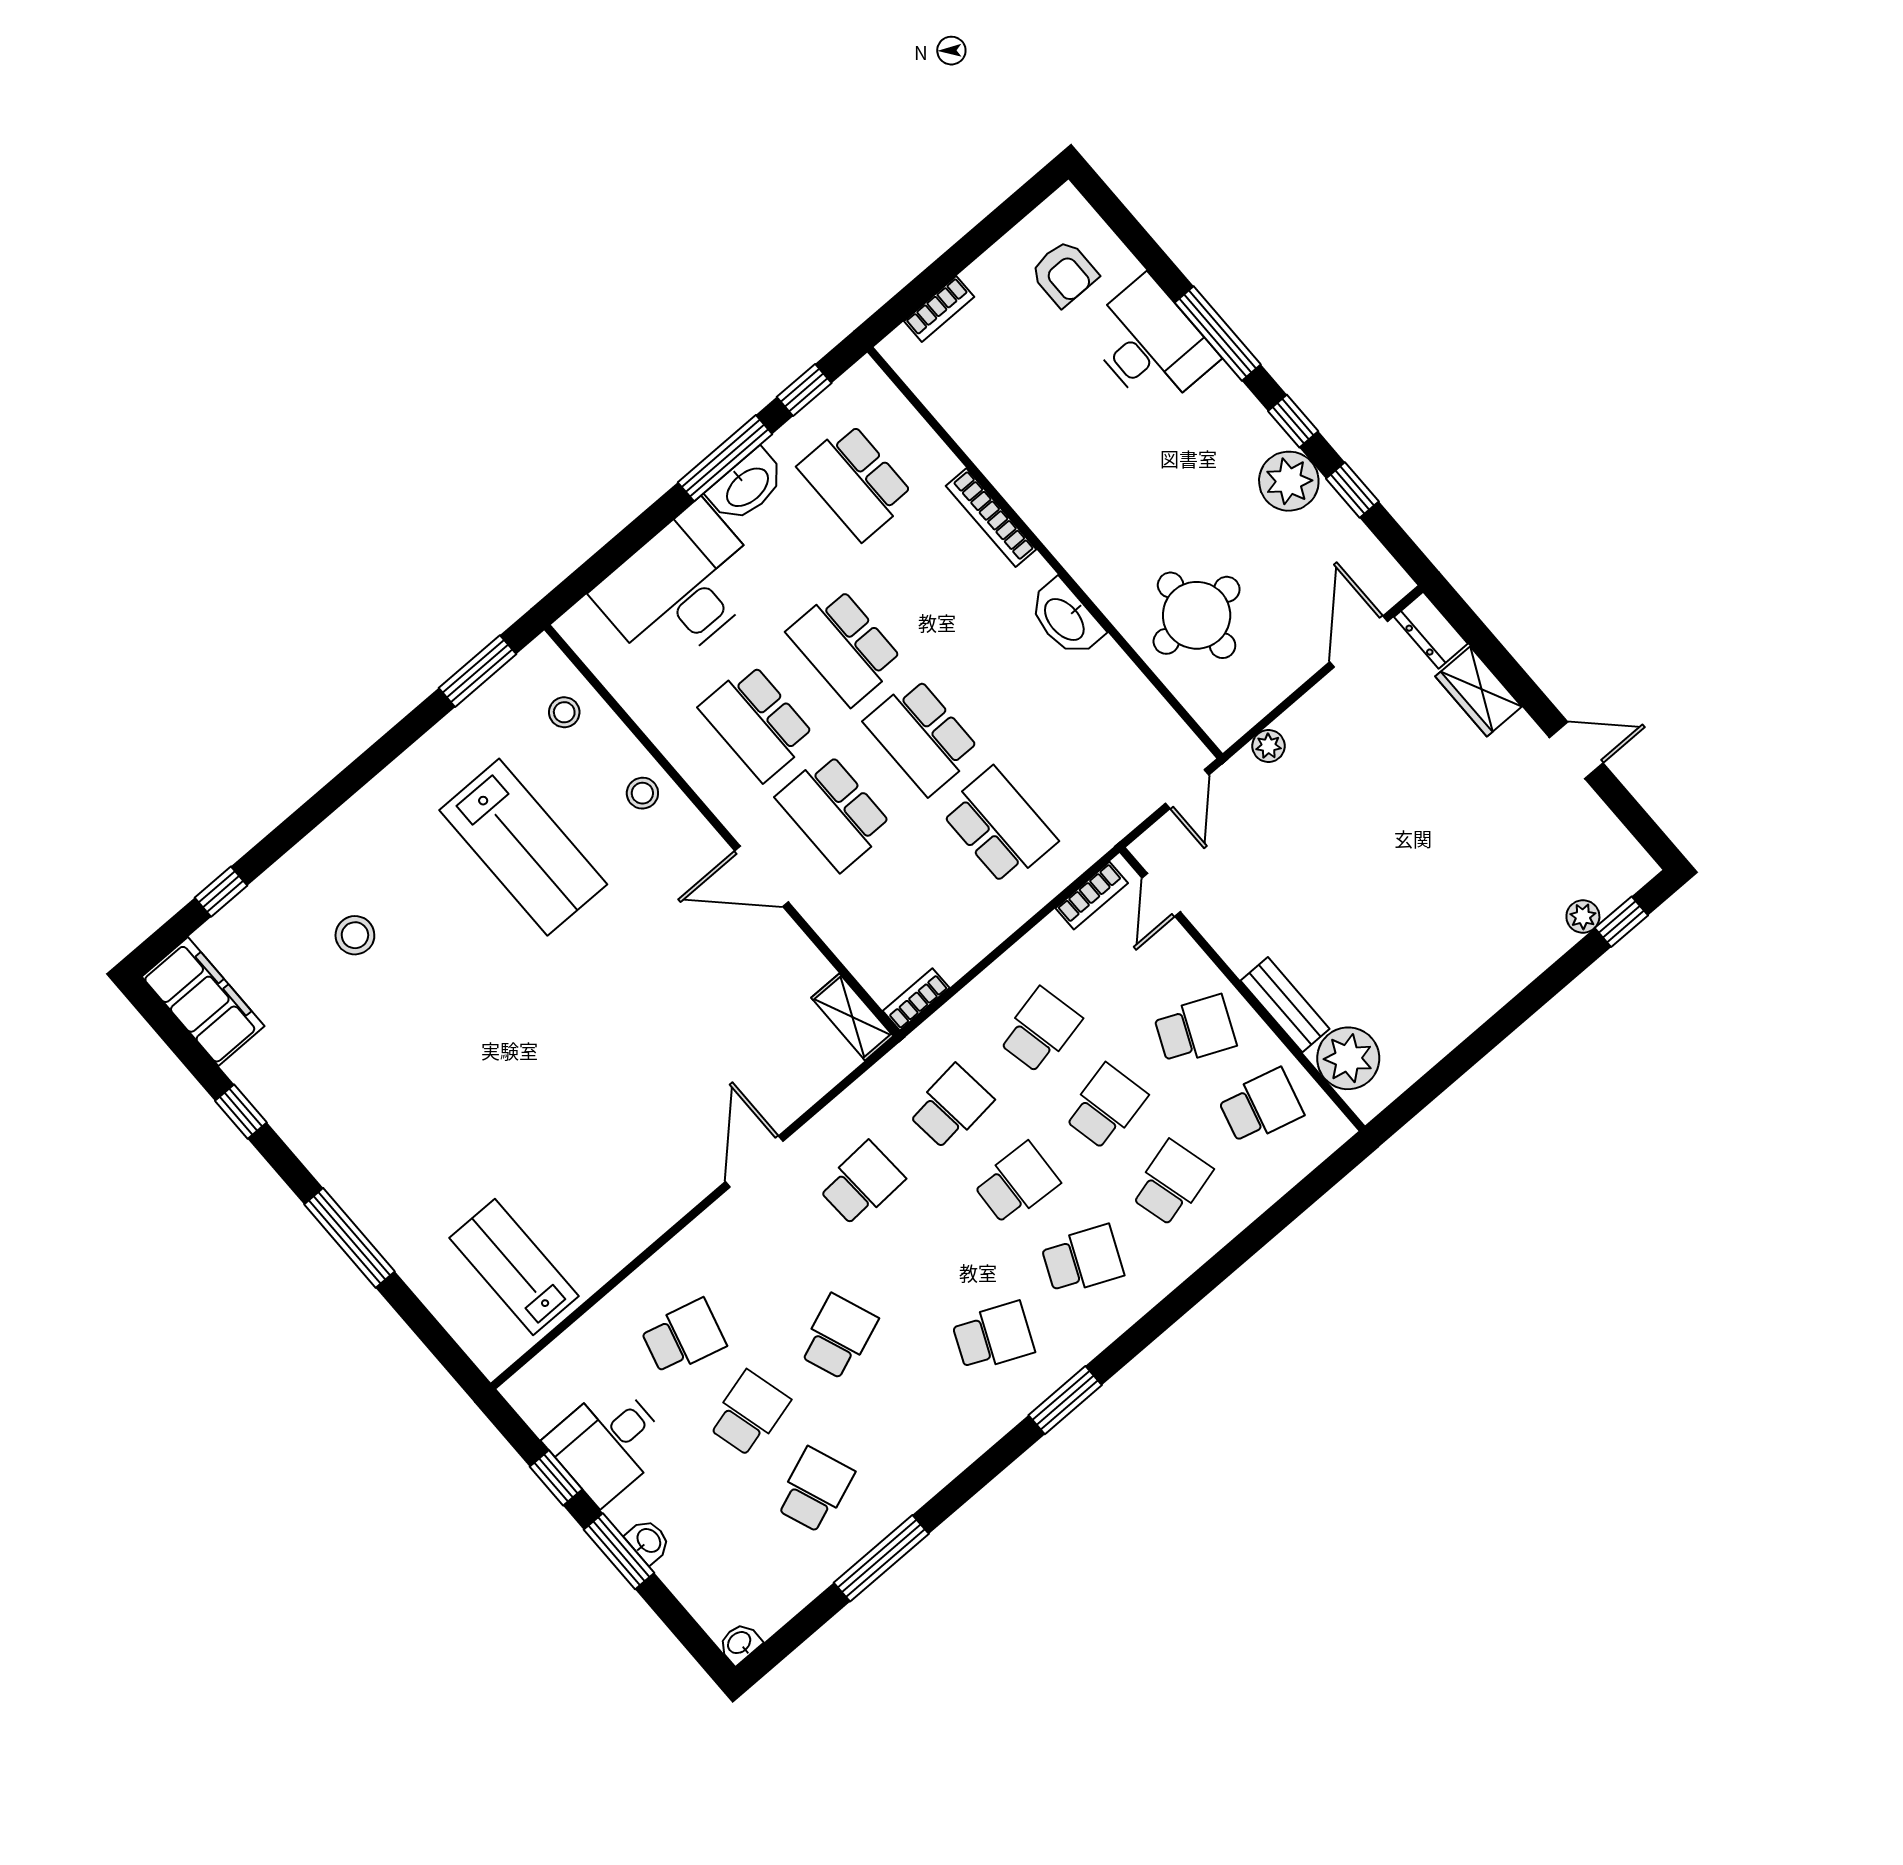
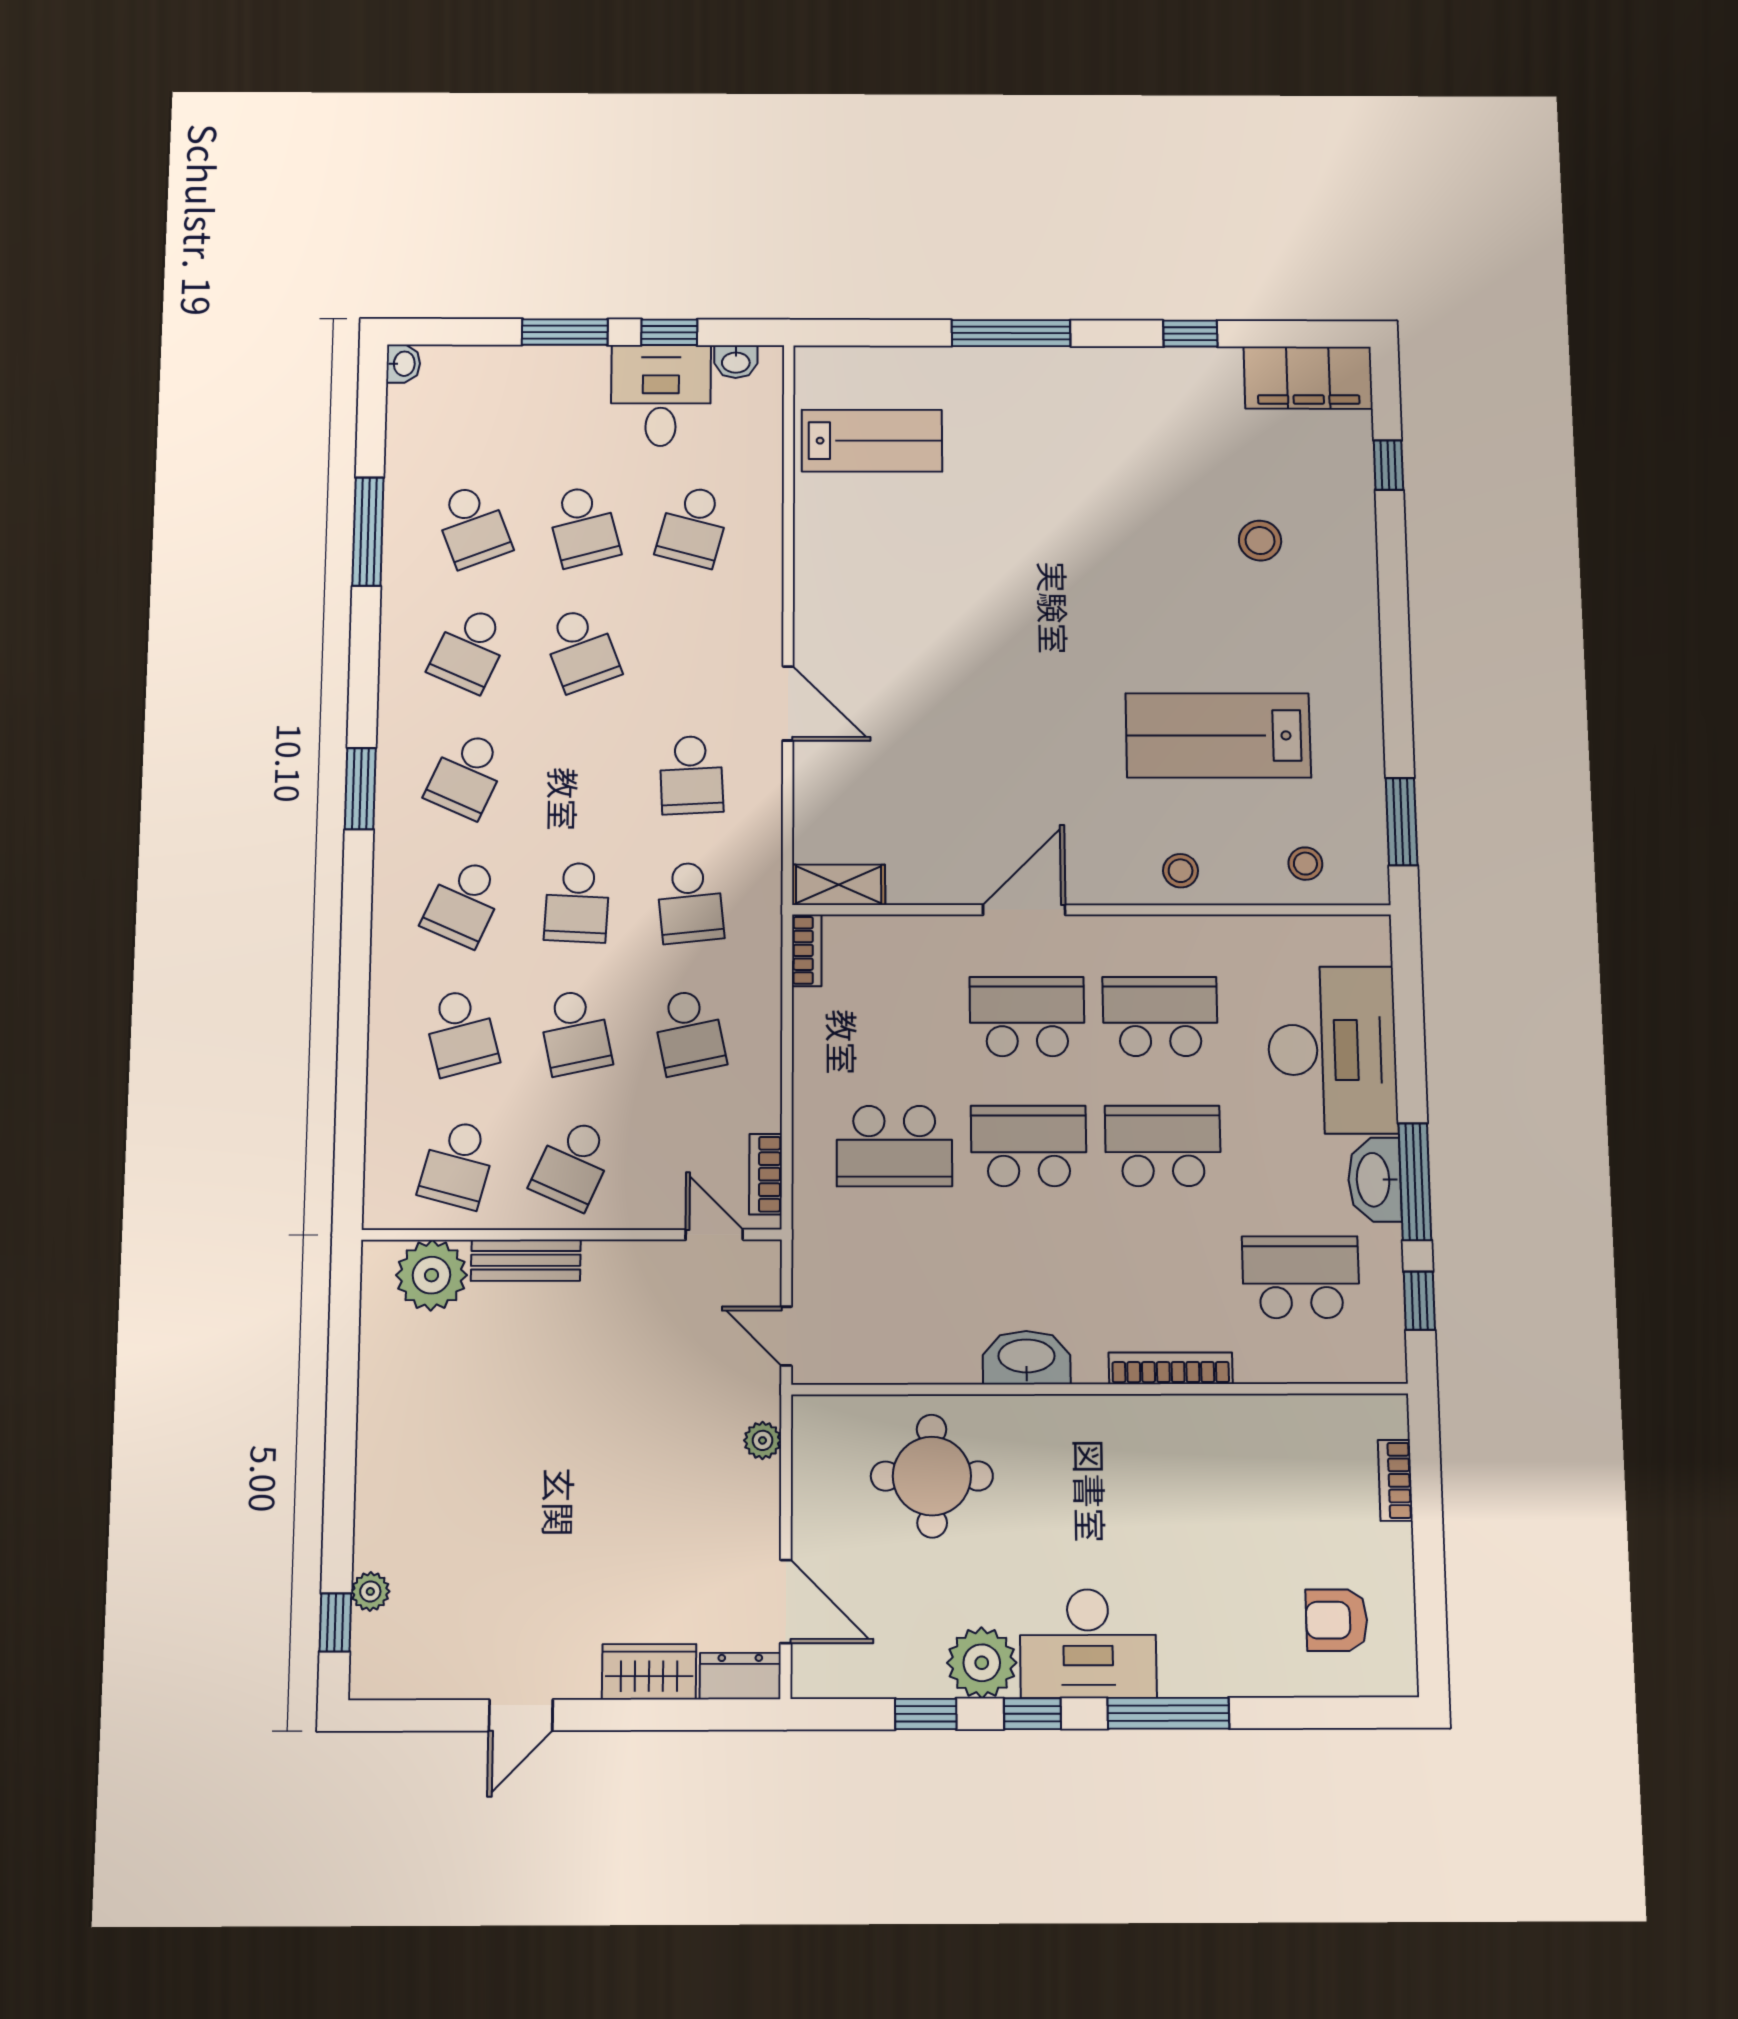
desk: (1150, 344) -> (1088, 1644), moved
school desk: (904, 1413) -> (470, 649), added
washbasin: (648, 1541) -> (736, 362), moved

